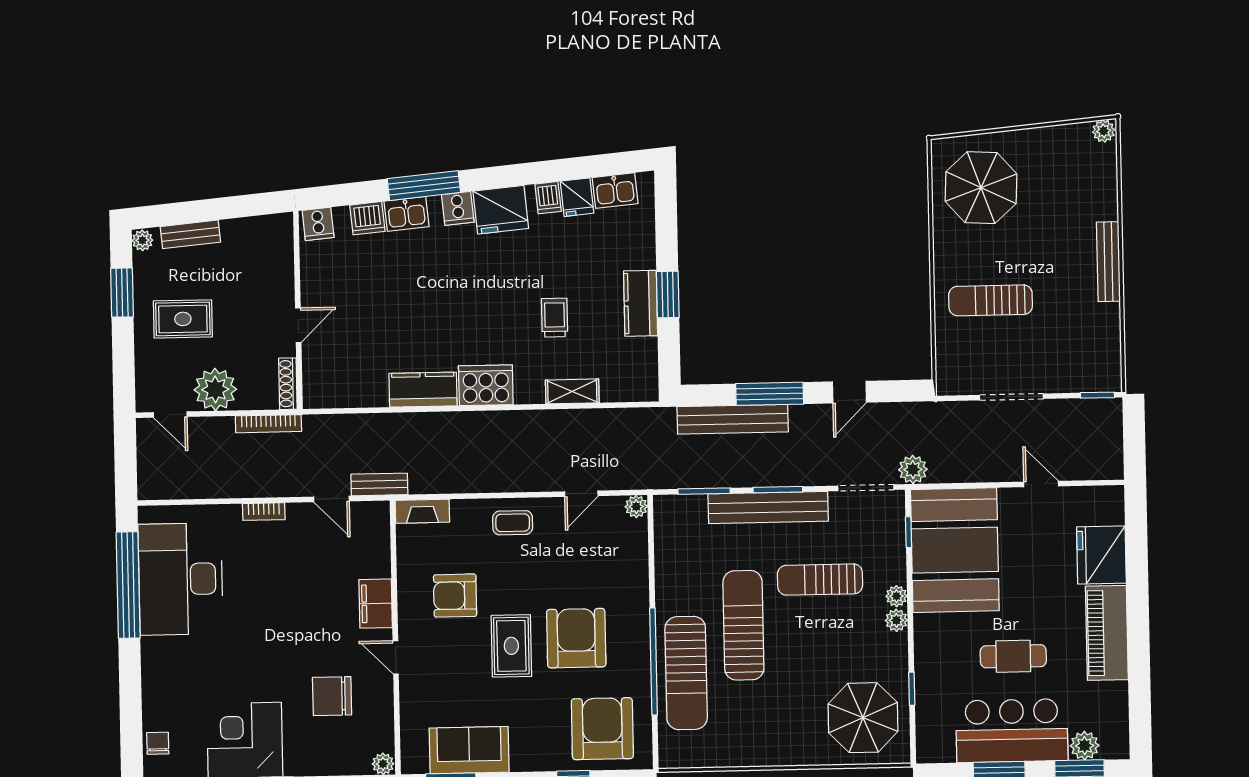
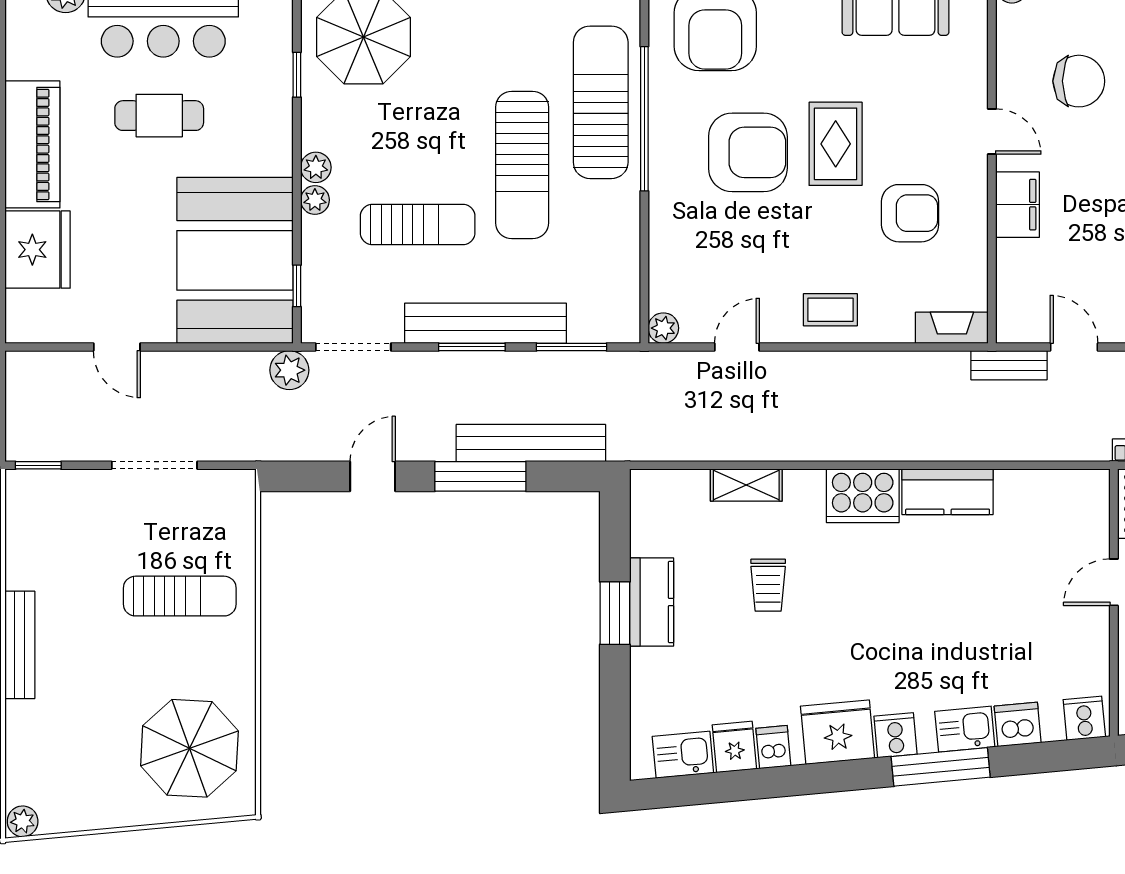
armchair: (576, 638) -> (748, 152), turned -90

